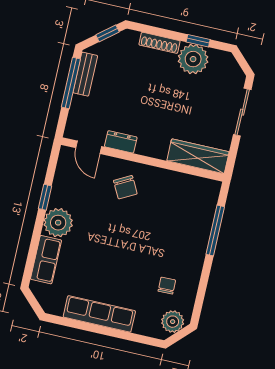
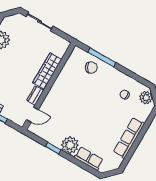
wardrobe: (198, 156) -> (47, 71), moved
chair: (125, 187) -> (91, 68), moved

